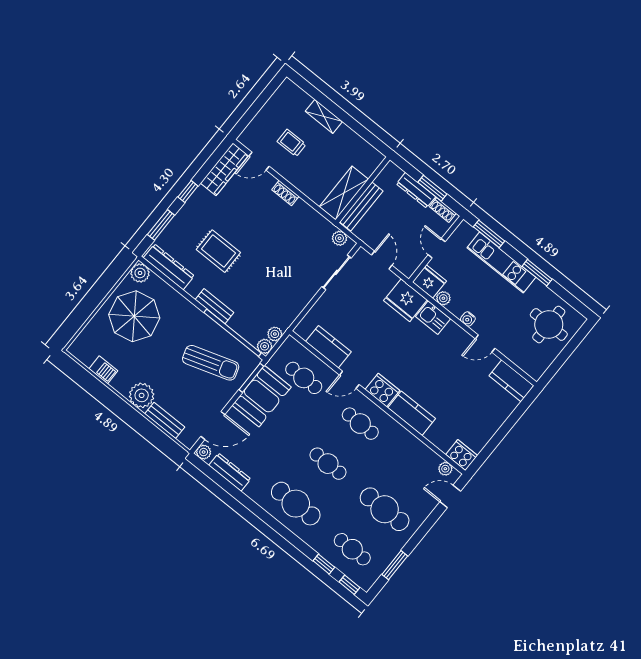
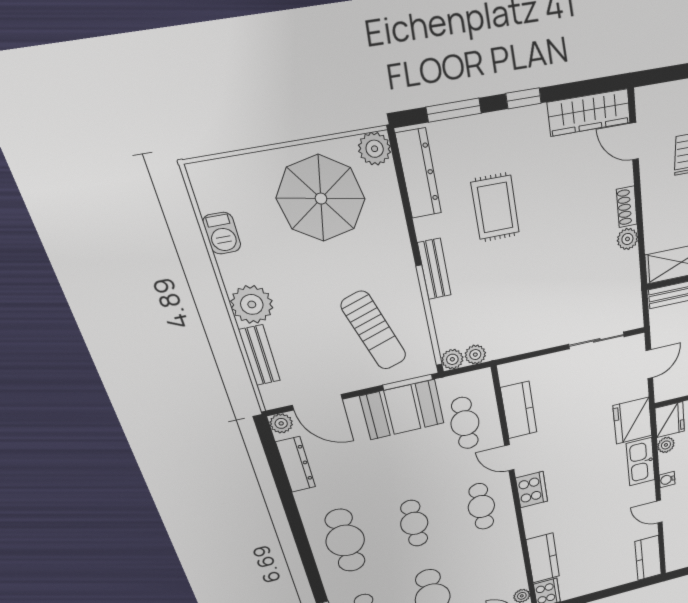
plant: (339, 238) -> (627, 239), moved
kitchen sink: (433, 318) -> (641, 462), width x1.38
kitchen counter: (412, 413) -> (543, 558), moved

